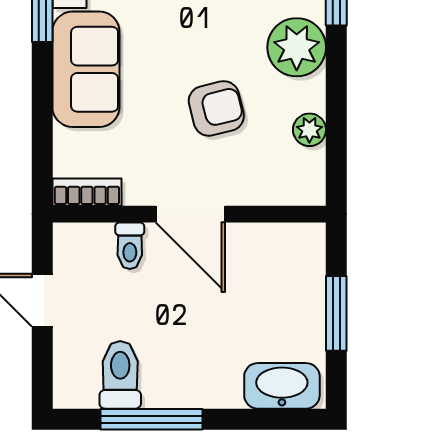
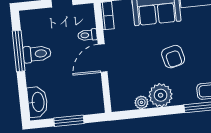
plant: (297, 47) -> (161, 95), moved
armchair: (216, 108) -> (173, 57), moved
toilet: (120, 375) -> (37, 54), moved

